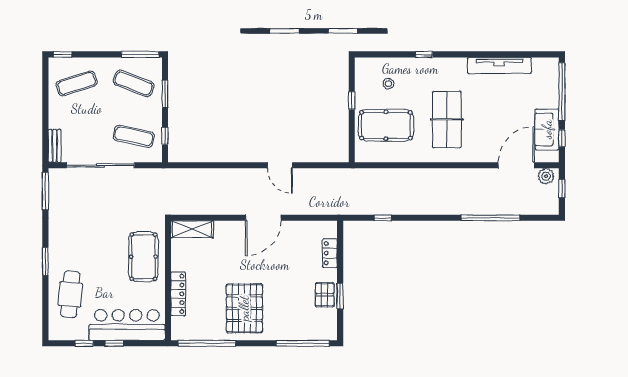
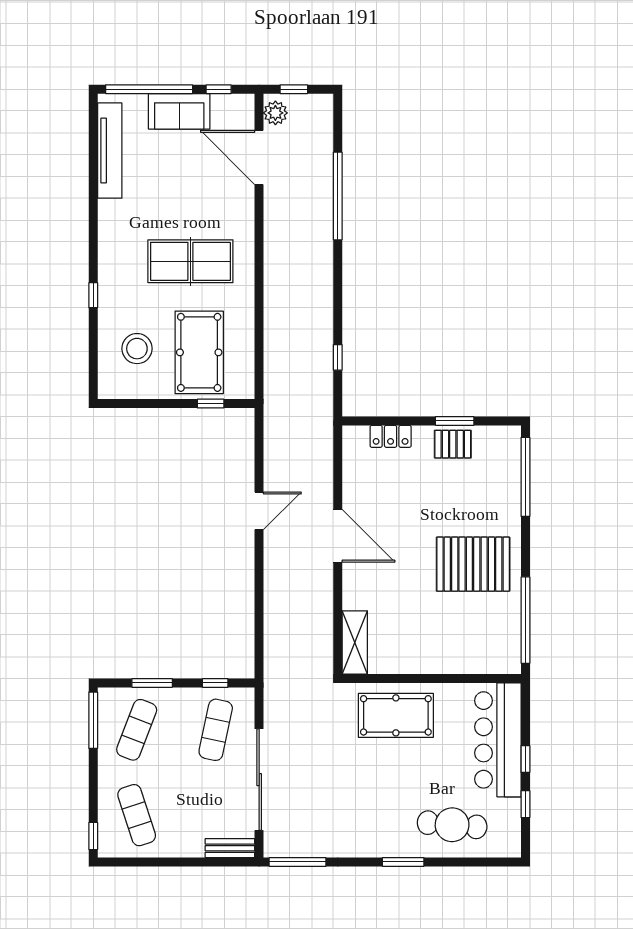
tv unit: (499, 65) -> (110, 151), moved
stool: (388, 84) -> (137, 349), width x1.89, depth x1.89
window: (352, 100) -> (211, 404), moved
sofa: (547, 129) -> (179, 111), moved
locker: (178, 294) -> (451, 663), removed

